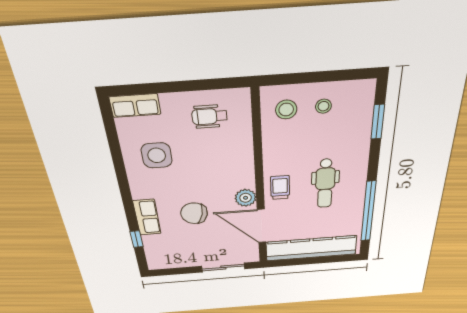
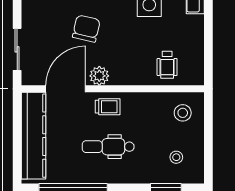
stool: (323, 106) -> (176, 157), moved
wheelchair: (210, 116) -> (167, 65), moved, turned 180

